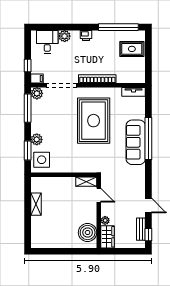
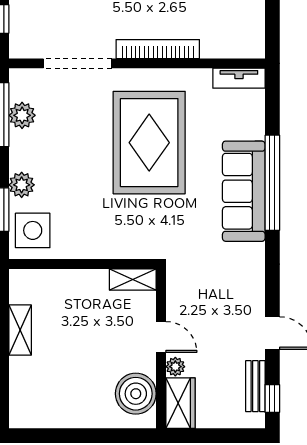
filing cabinet: (37, 79) -> (22, 48), removed
plant: (37, 93) -> (22, 115), moved
door: (99, 195) -> (161, 337), moved

